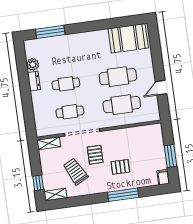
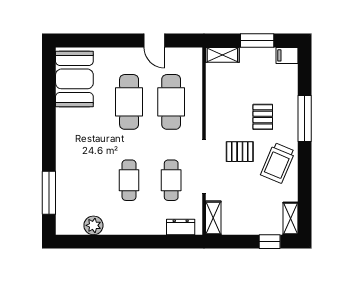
dresser: (34, 81) -> (181, 227), moved
shelving: (158, 134) -> (222, 55), added
trolley: (75, 171) -> (278, 163), moved, turned -40

